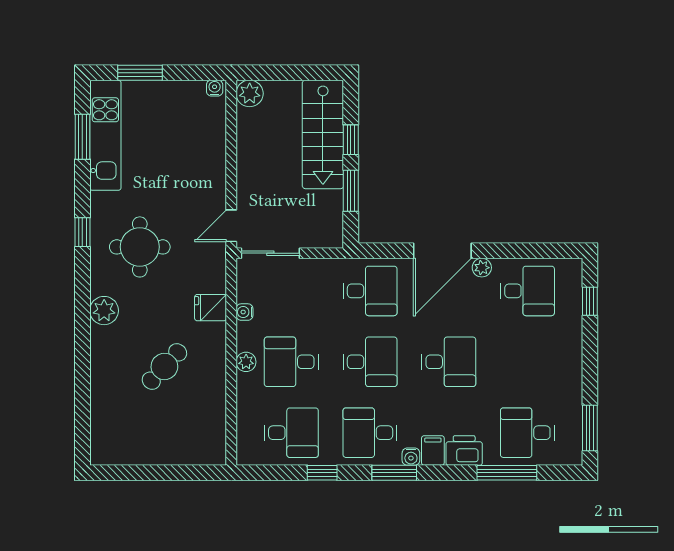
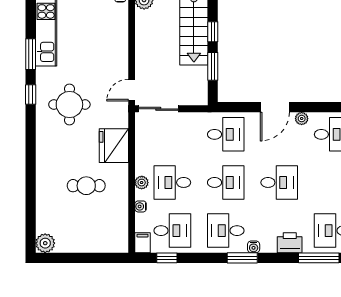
window: (82, 137) -> (31, 54), moved
door: (442, 251) -> (275, 107), width x0.73
fridge: (211, 308) -> (114, 146), width x1.88, depth x1.34
plant: (104, 311) -> (45, 243), moved
water cooler: (244, 312) -> (141, 206), moved
cafe table: (164, 367) -> (86, 186), turned 47
filing cabinet: (433, 451) -> (143, 243), moved
window: (322, 473) -> (167, 258), moved

